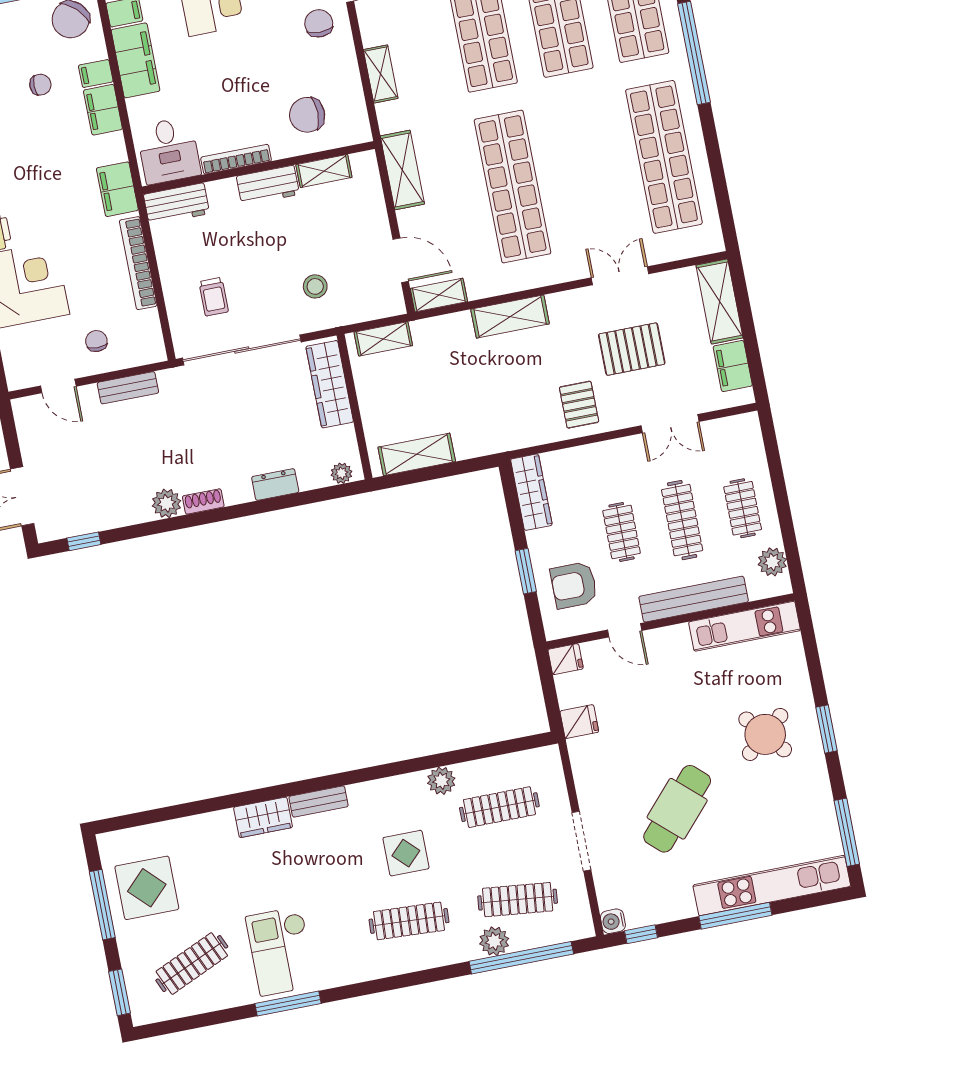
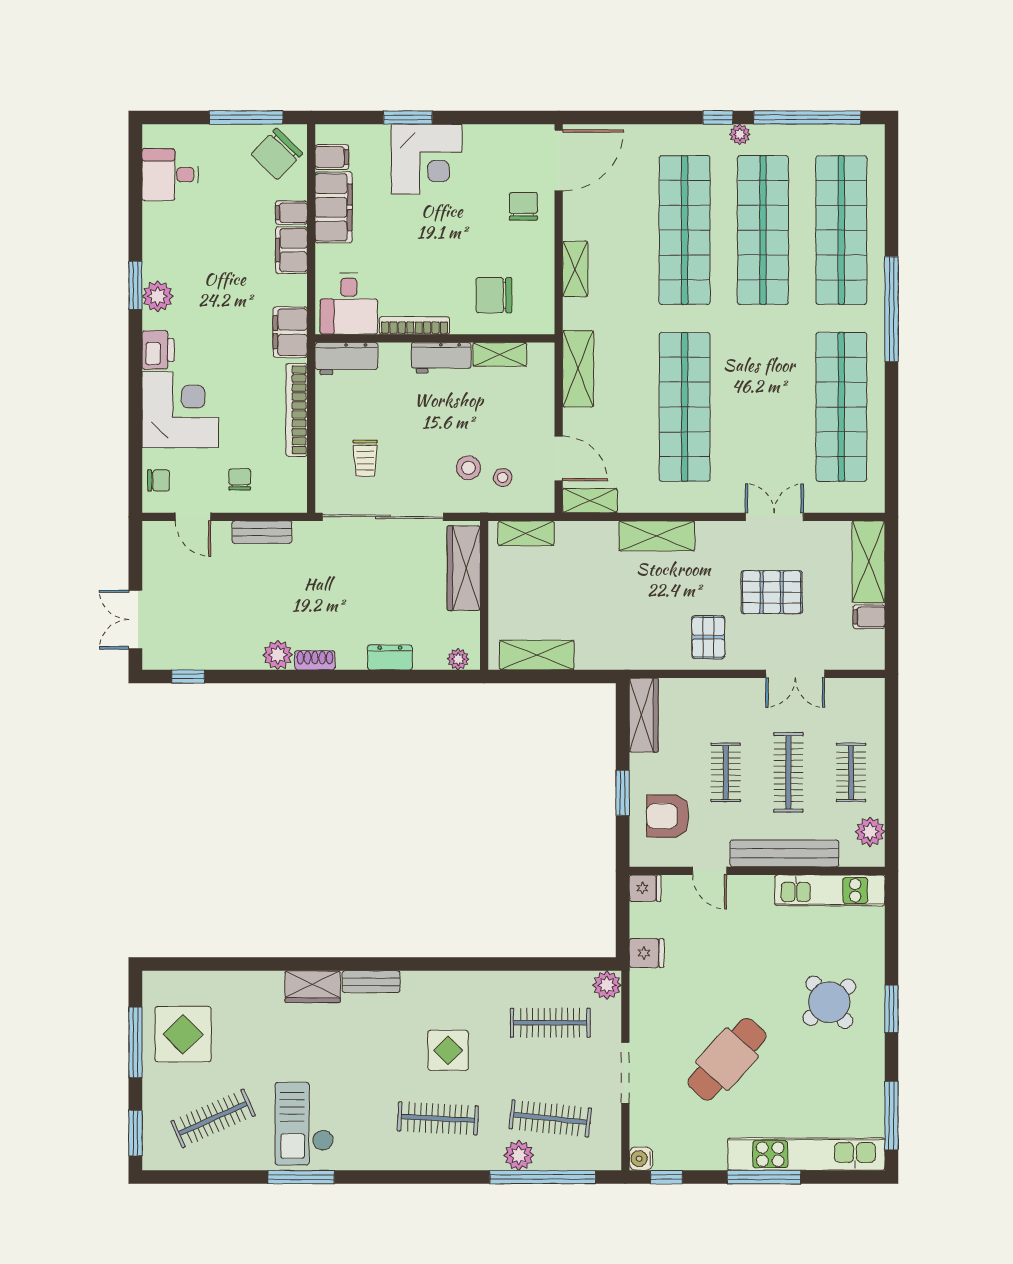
chair: (40, 85) -> (159, 480), moved
stool: (350, 289) -> (503, 477), added
filing cabinet: (733, 366) -> (869, 617), width x0.50
plant: (441, 781) -> (607, 985), moved

